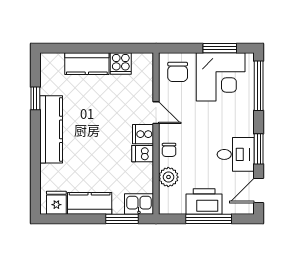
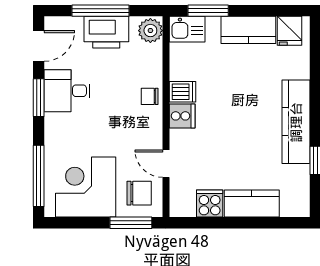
window: (220, 48) -> (131, 223), moved
chair: (178, 72) -> (139, 193), turned 90
door: (156, 113) -> (166, 164), moved
chair: (169, 150) -> (150, 96), turned -90
plant: (168, 177) -> (150, 31), moved

